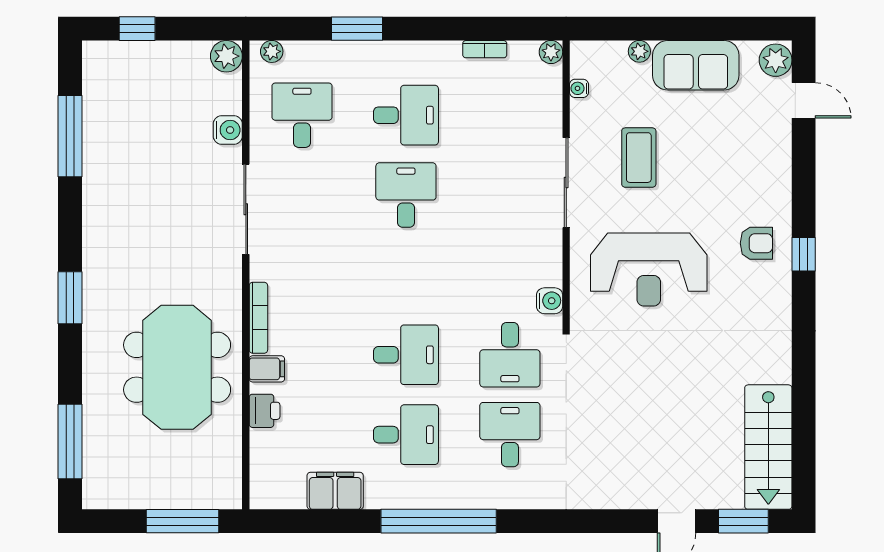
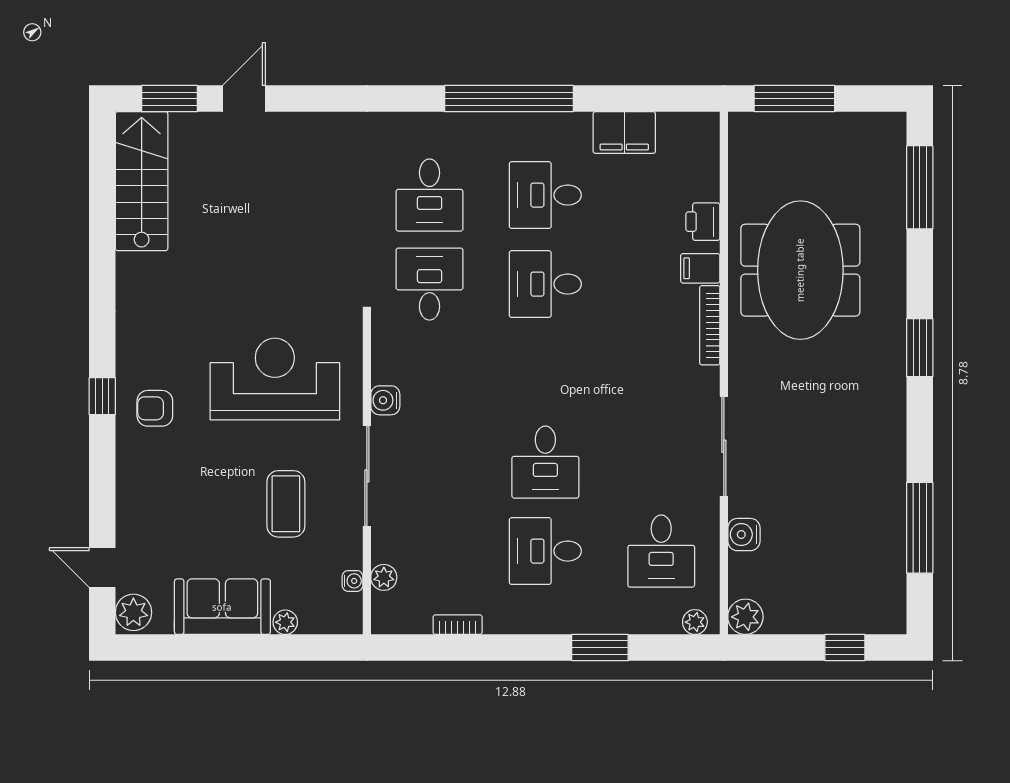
plant: (551, 52) -> (384, 577), moved
water cooler: (550, 301) -> (385, 400), moved

